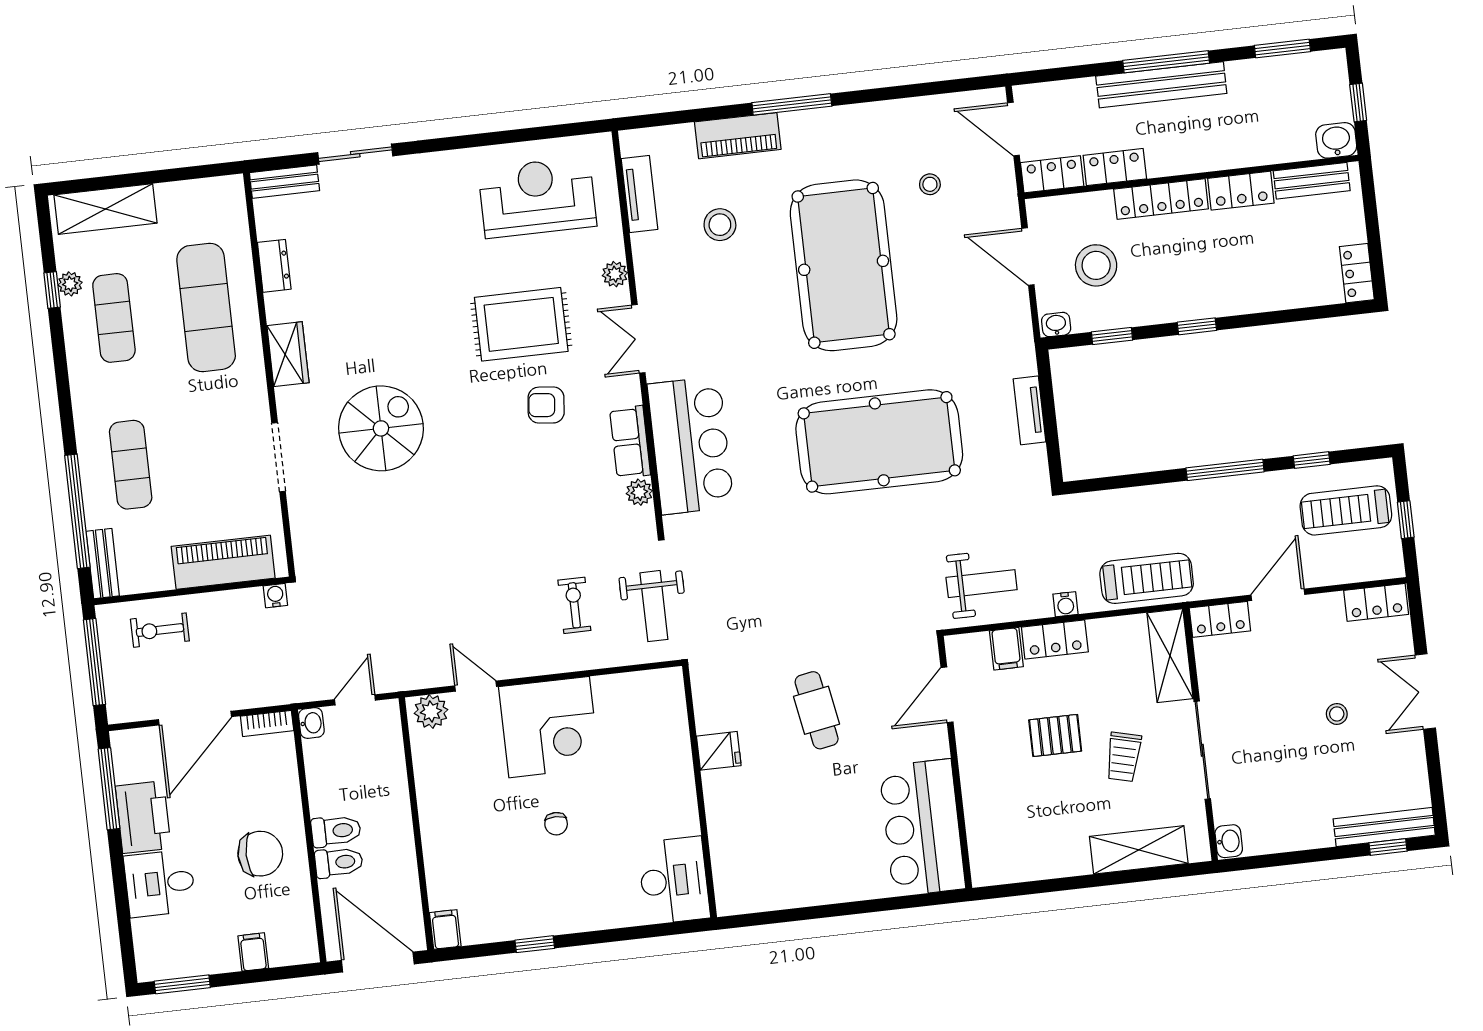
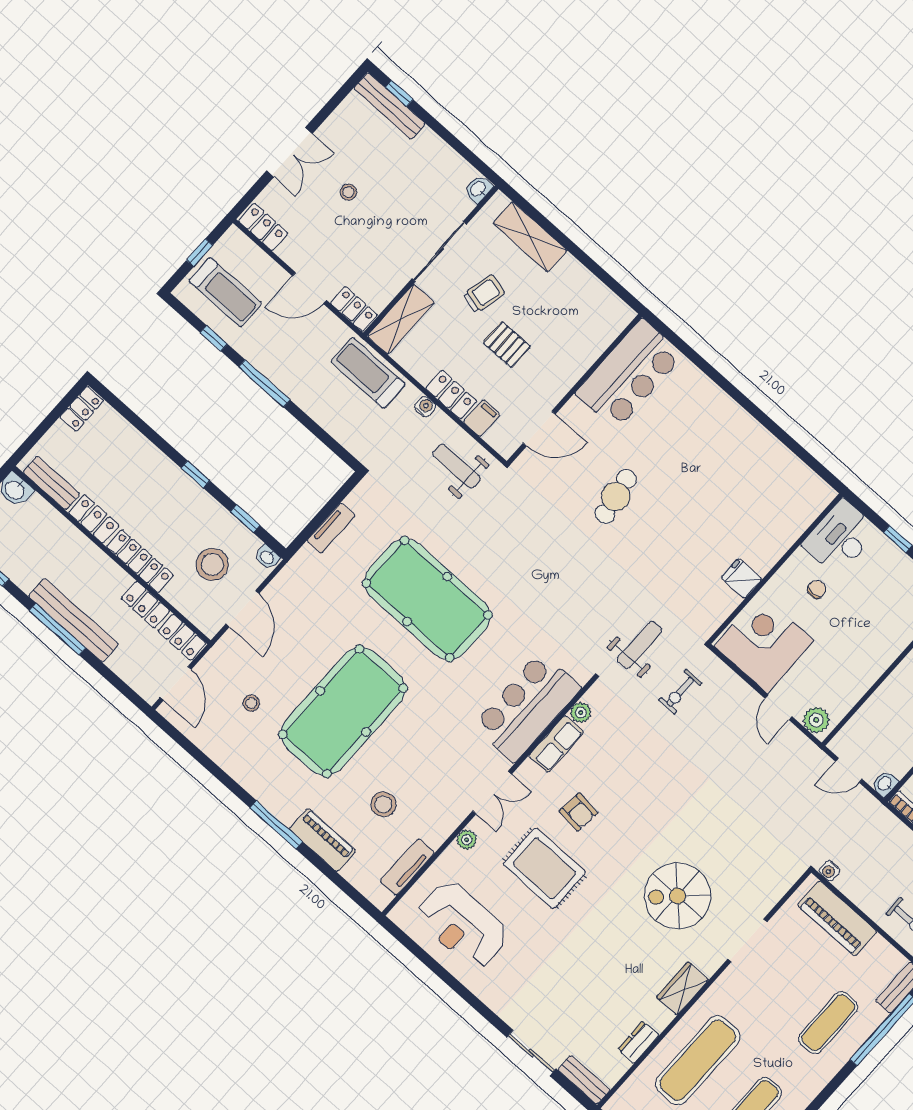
fridge: (719, 751) -> (742, 578), moved
wall: (700, 791) -> (775, 569), moved
desk: (674, 880) -> (840, 537), moved

